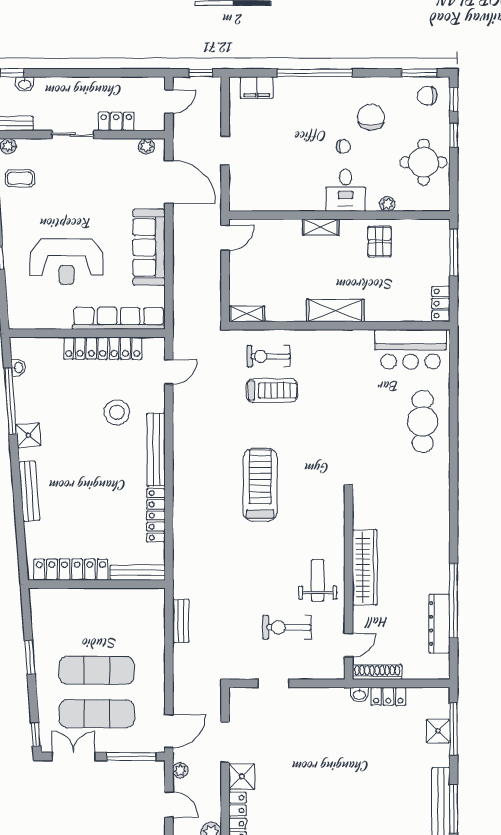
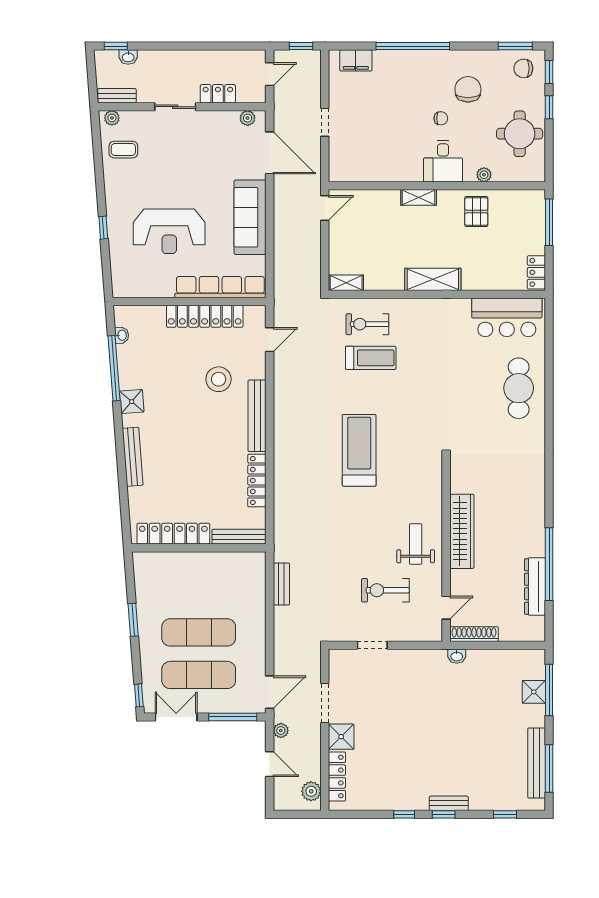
locker: (388, 696) -> (485, 658), removed

